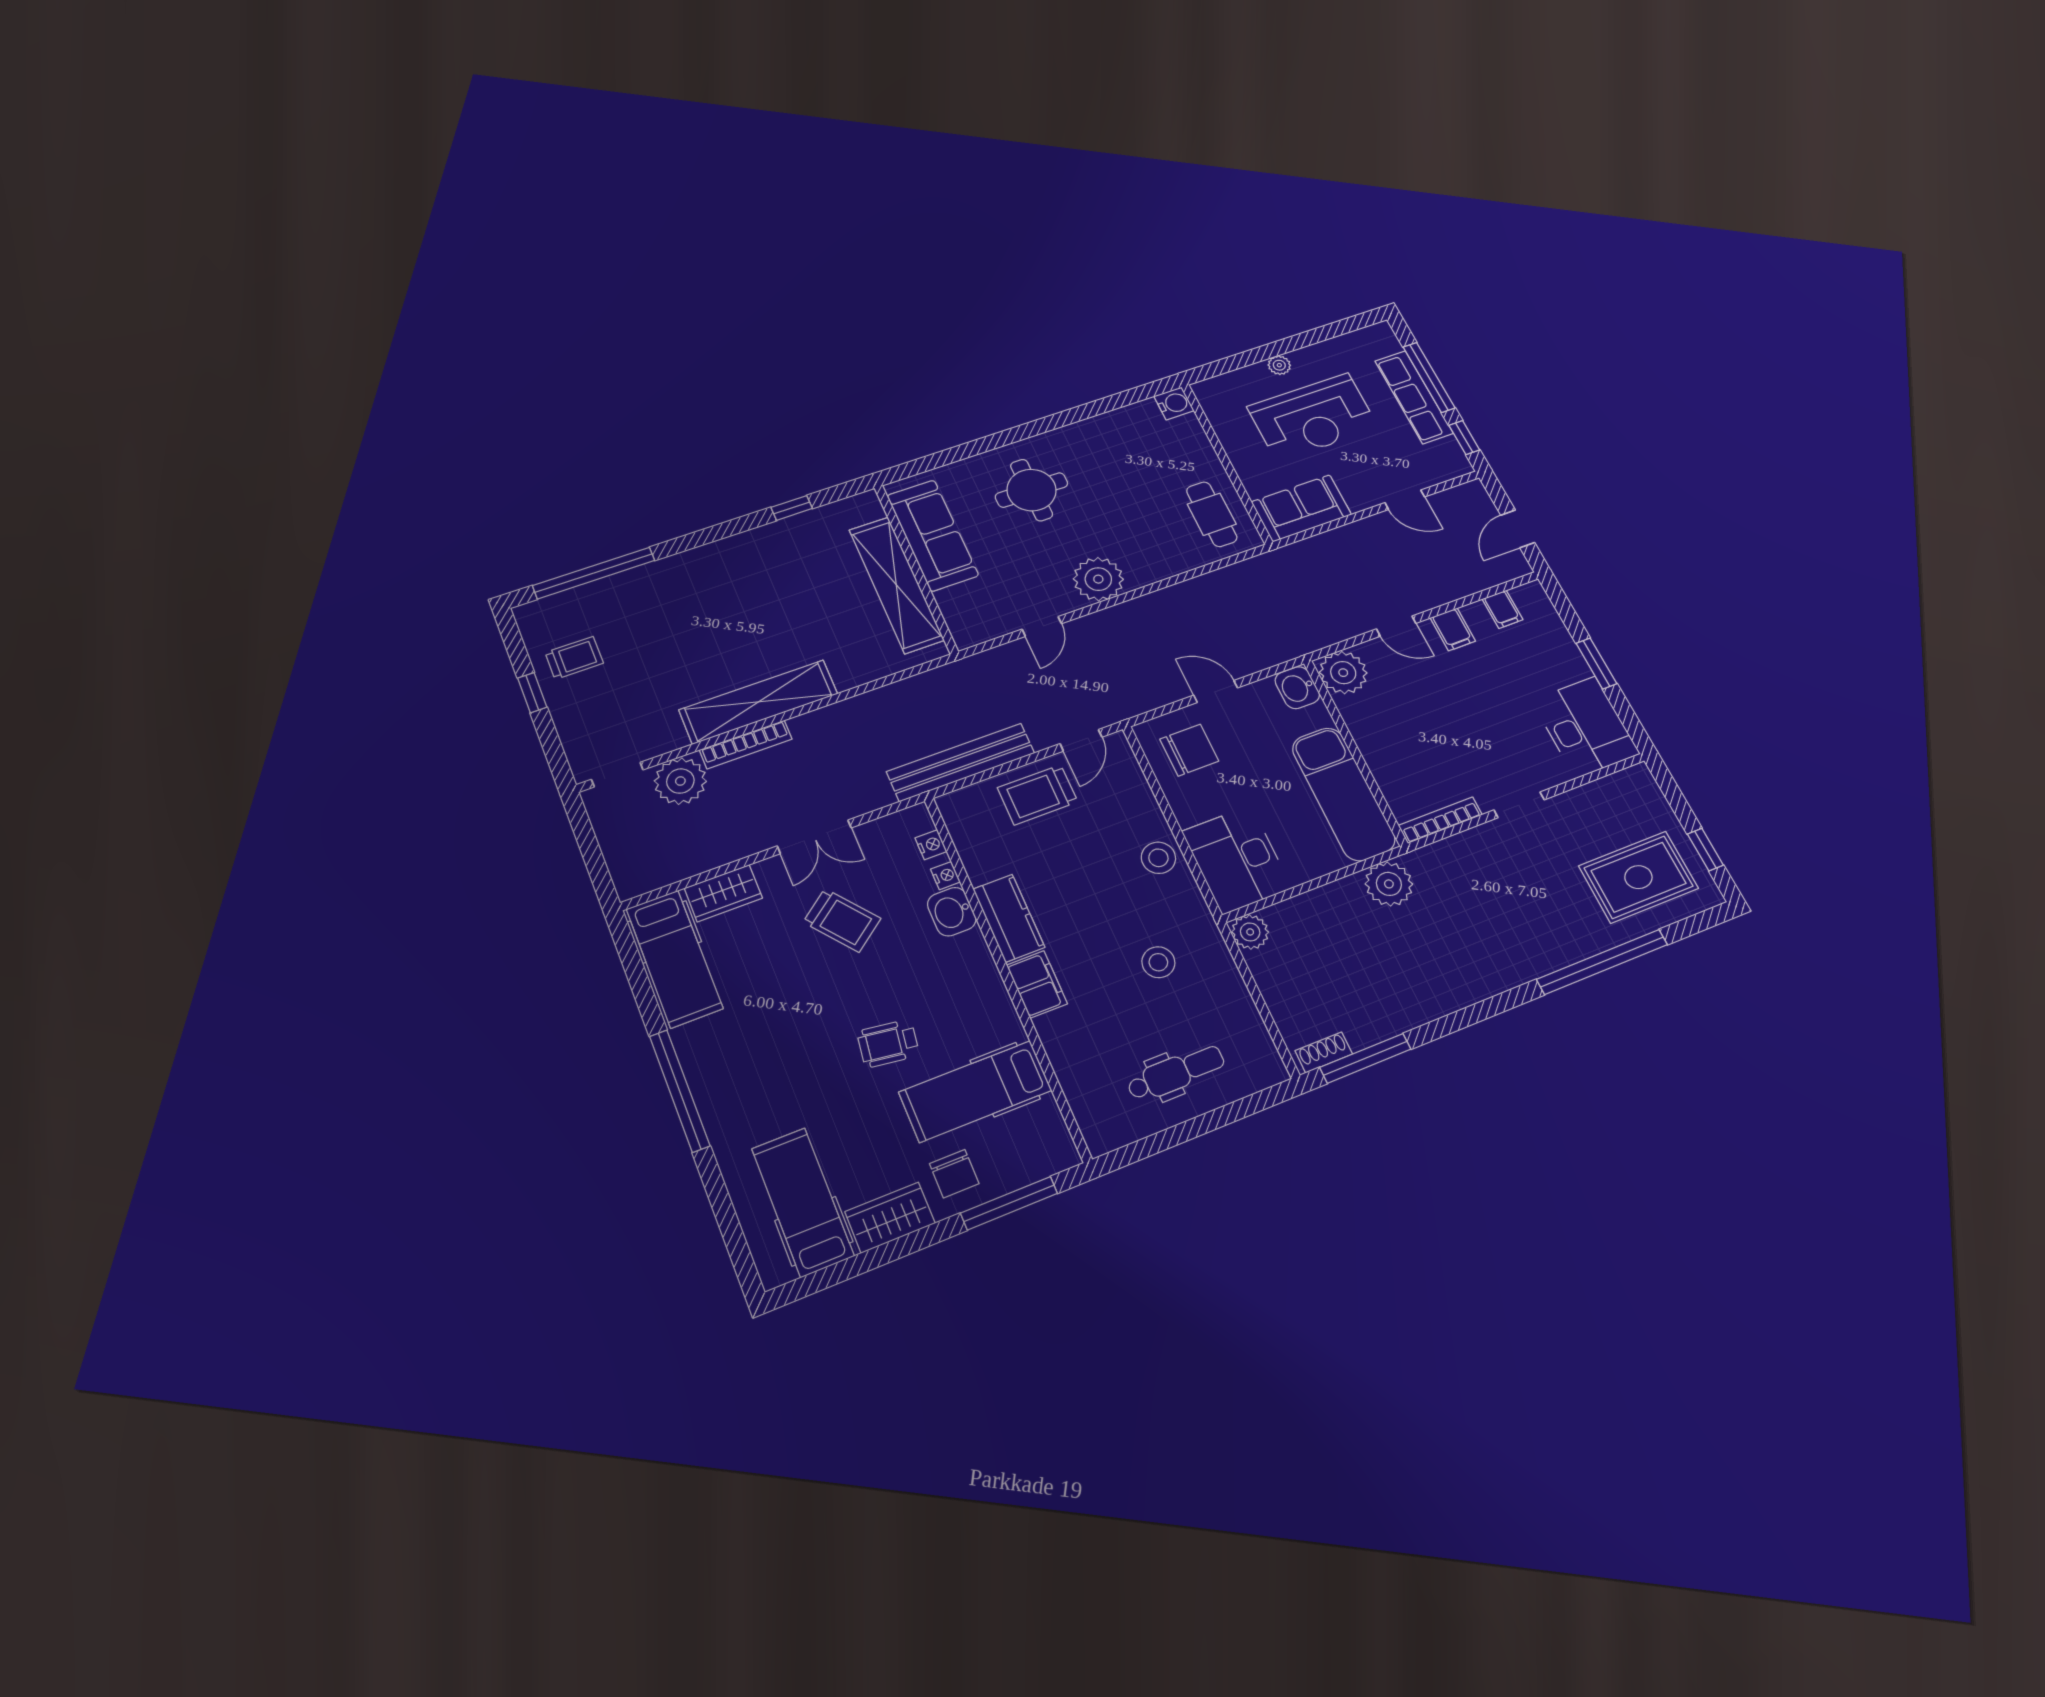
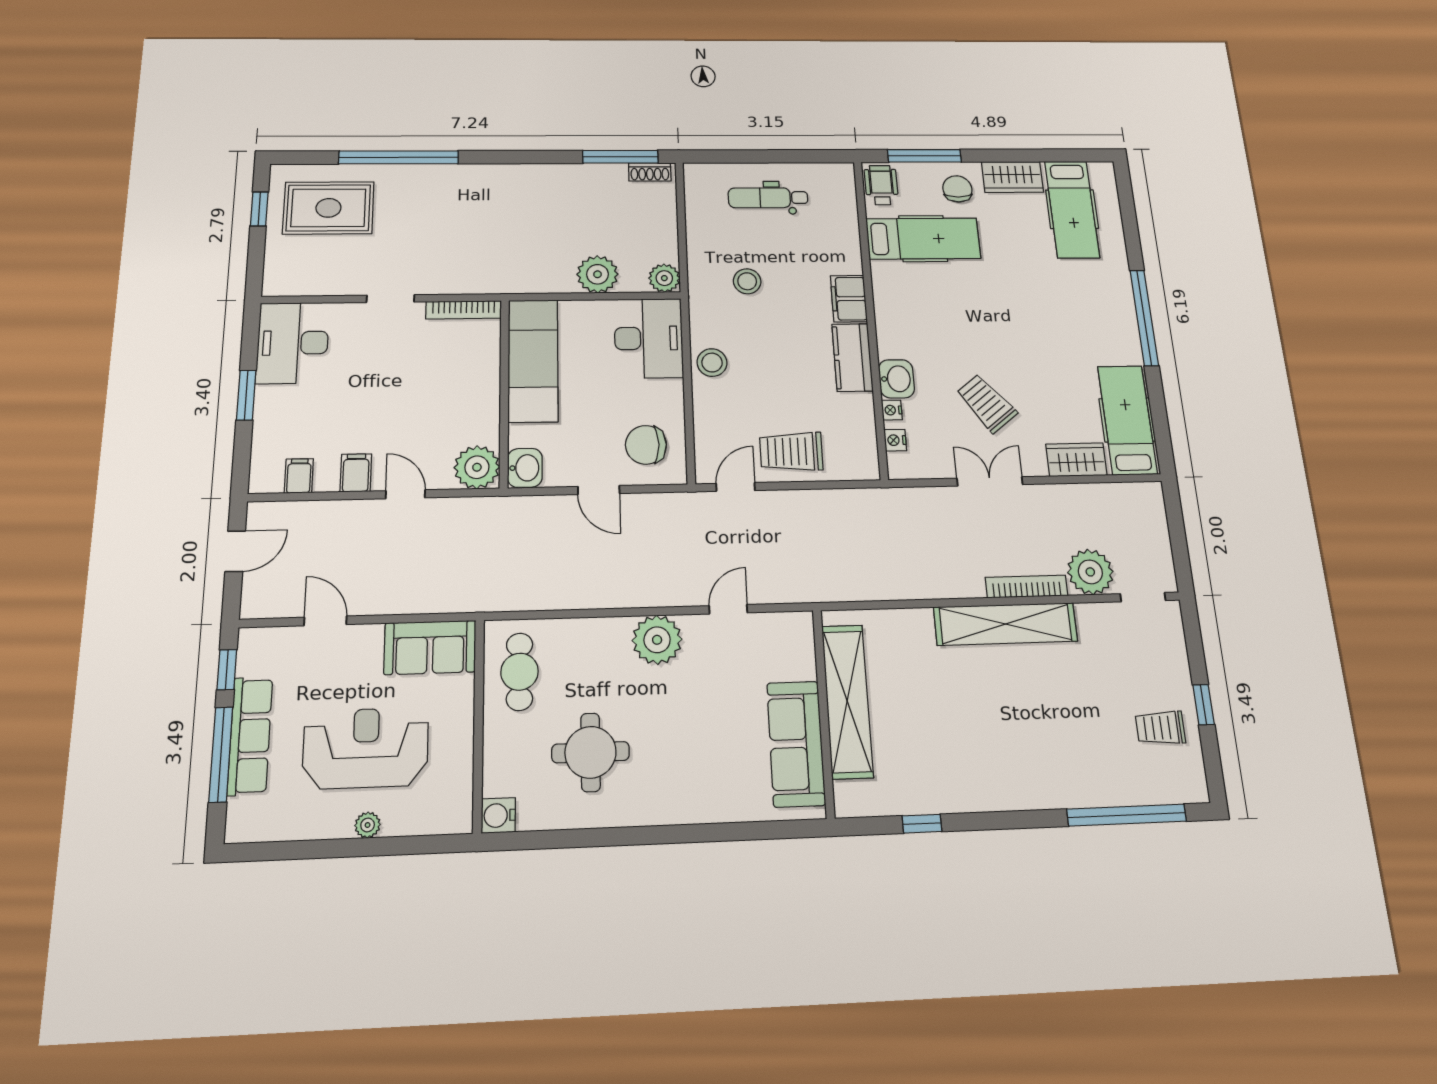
round table: (1032, 490) -> (591, 752), moved
bench: (961, 762) -> (846, 504), removed
trolley: (1038, 795) -> (791, 452), turned 180
plant: (1389, 884) -> (597, 274), moved
wheelchair: (888, 1043) -> (881, 185), moved, turned -98

